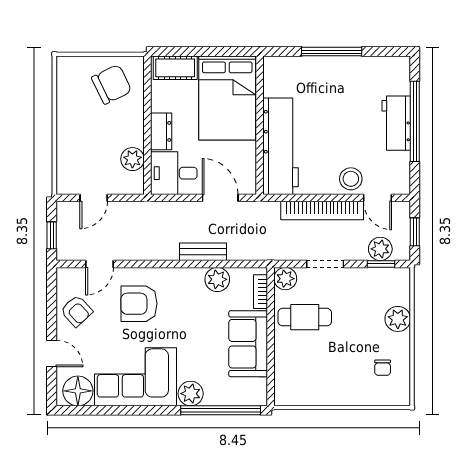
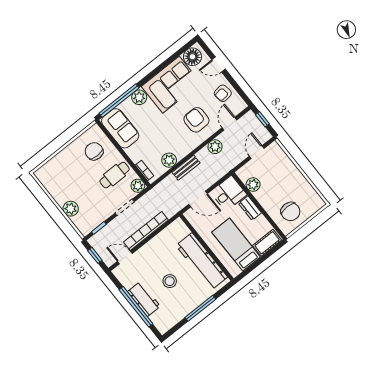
chair: (112, 84) -> (290, 212), turned -64
bed: (227, 98) -> (236, 245), width x0.67
workbench: (281, 146) -> (202, 261), moved
stool: (351, 179) -> (170, 281), moved
plant: (380, 249) -> (215, 147), moved
armchair: (139, 304) -> (196, 120), turned -90
armchair: (76, 311) -> (223, 93), turned -54
sofa: (248, 344) -> (120, 128), moved
chair: (383, 368) -> (94, 151), moved, width x1.87, depth x1.87

